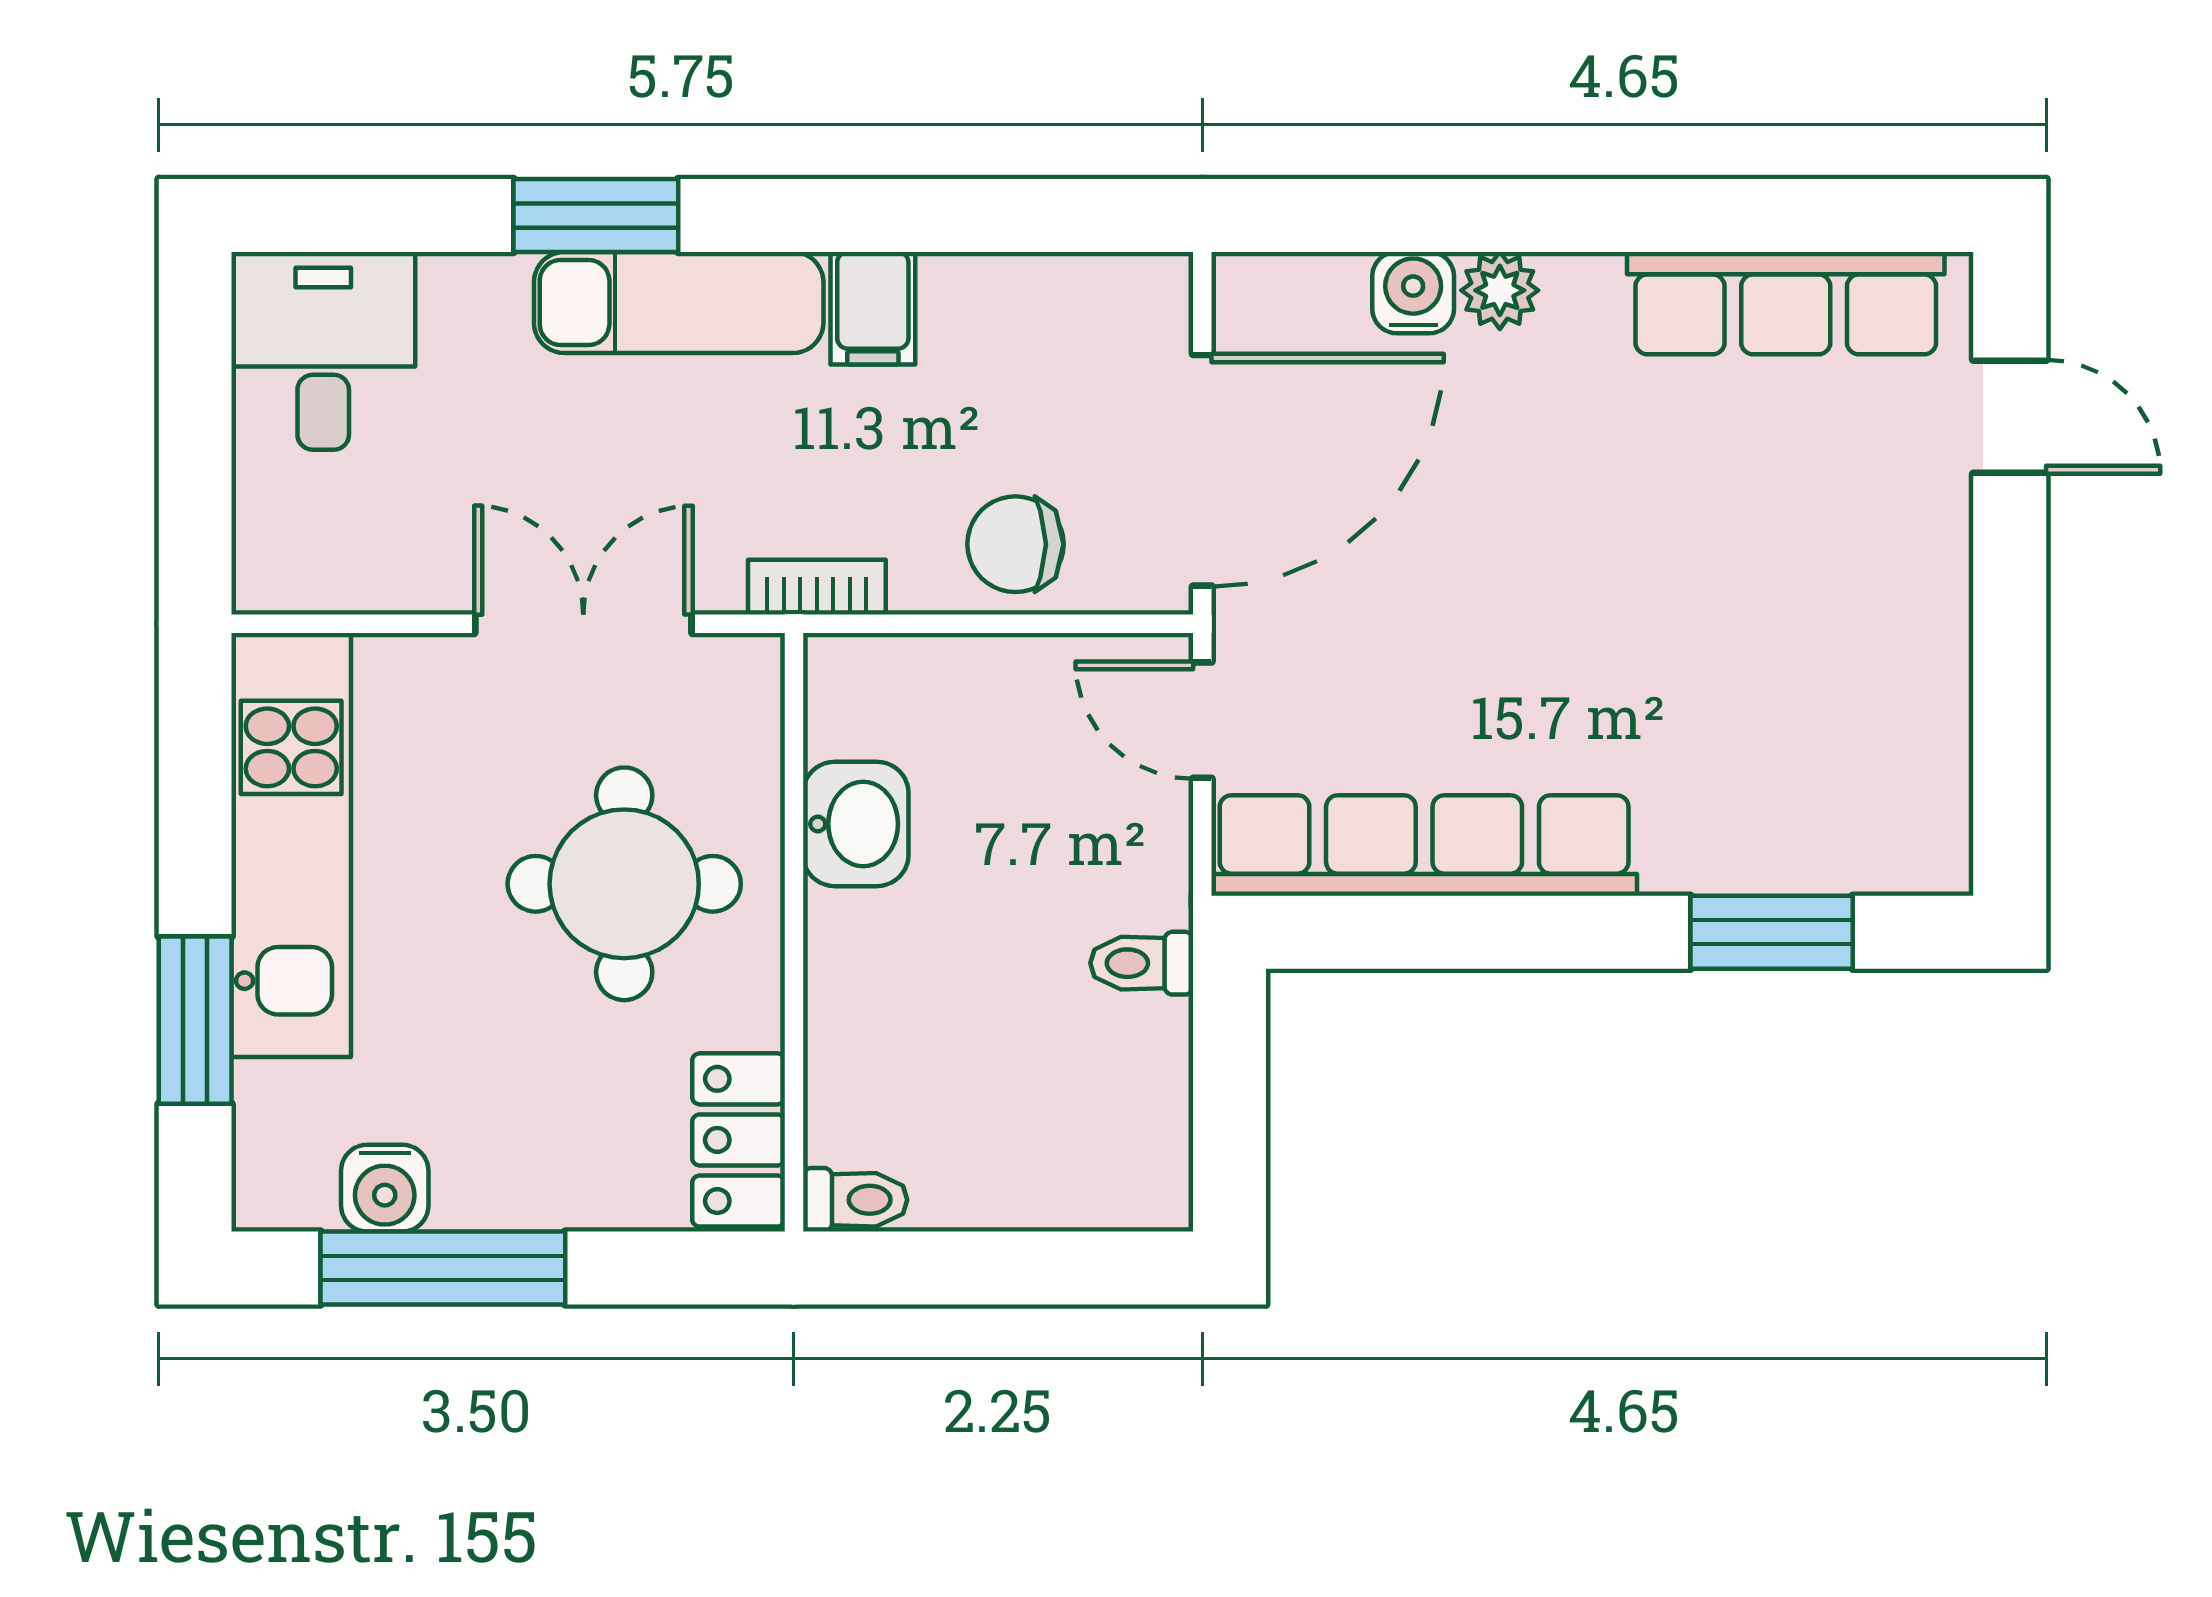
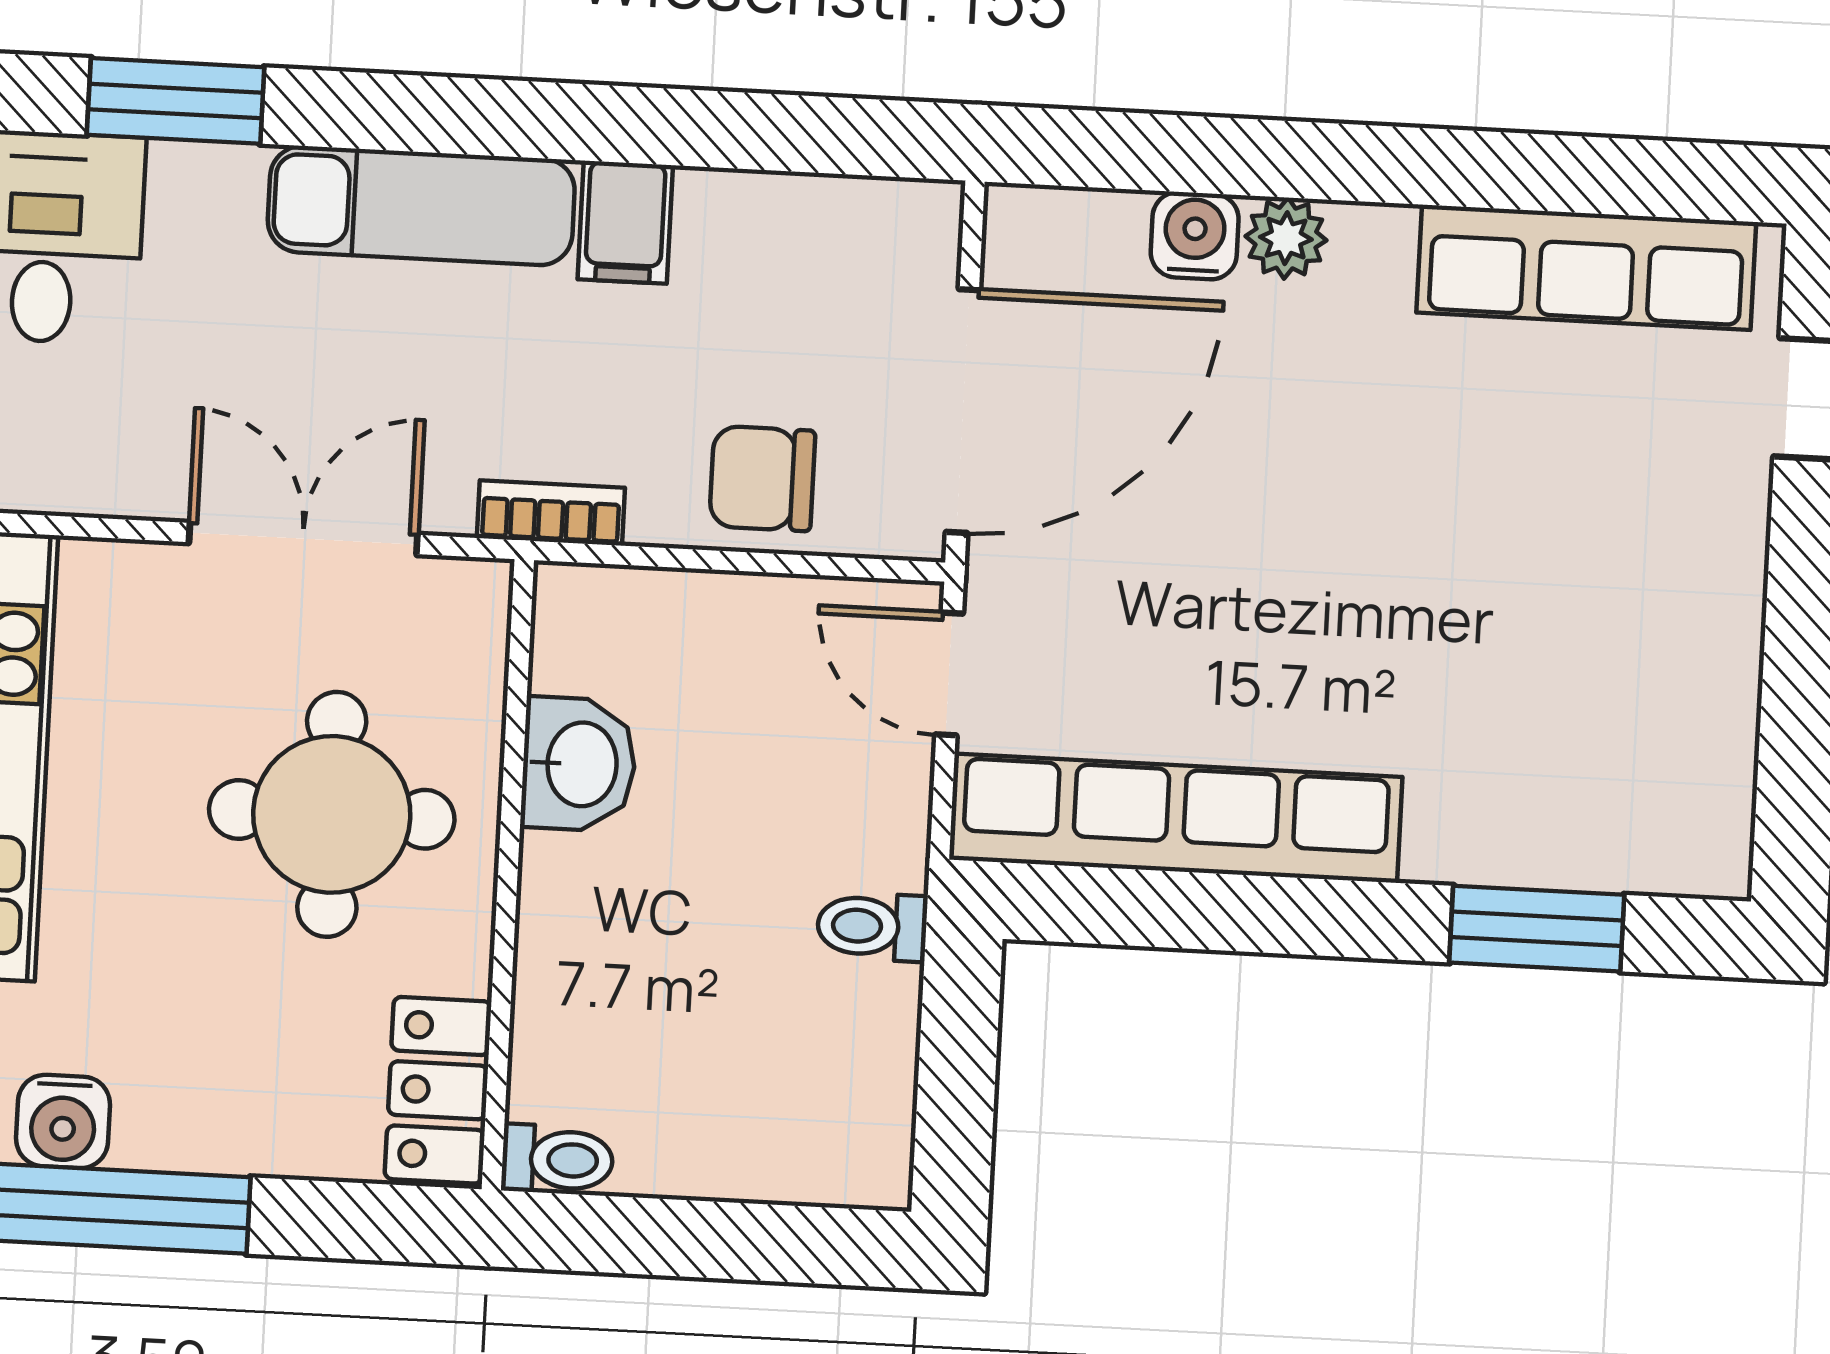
window: (596, 216) -> (176, 101), moved

